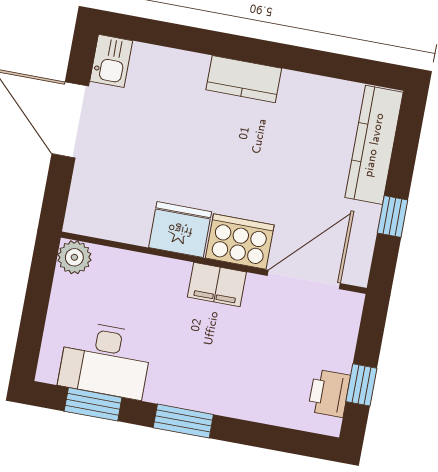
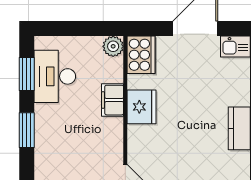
cooker: (240, 241) -> (141, 55), moved
filing cabinet: (217, 285) -> (113, 100), moved

